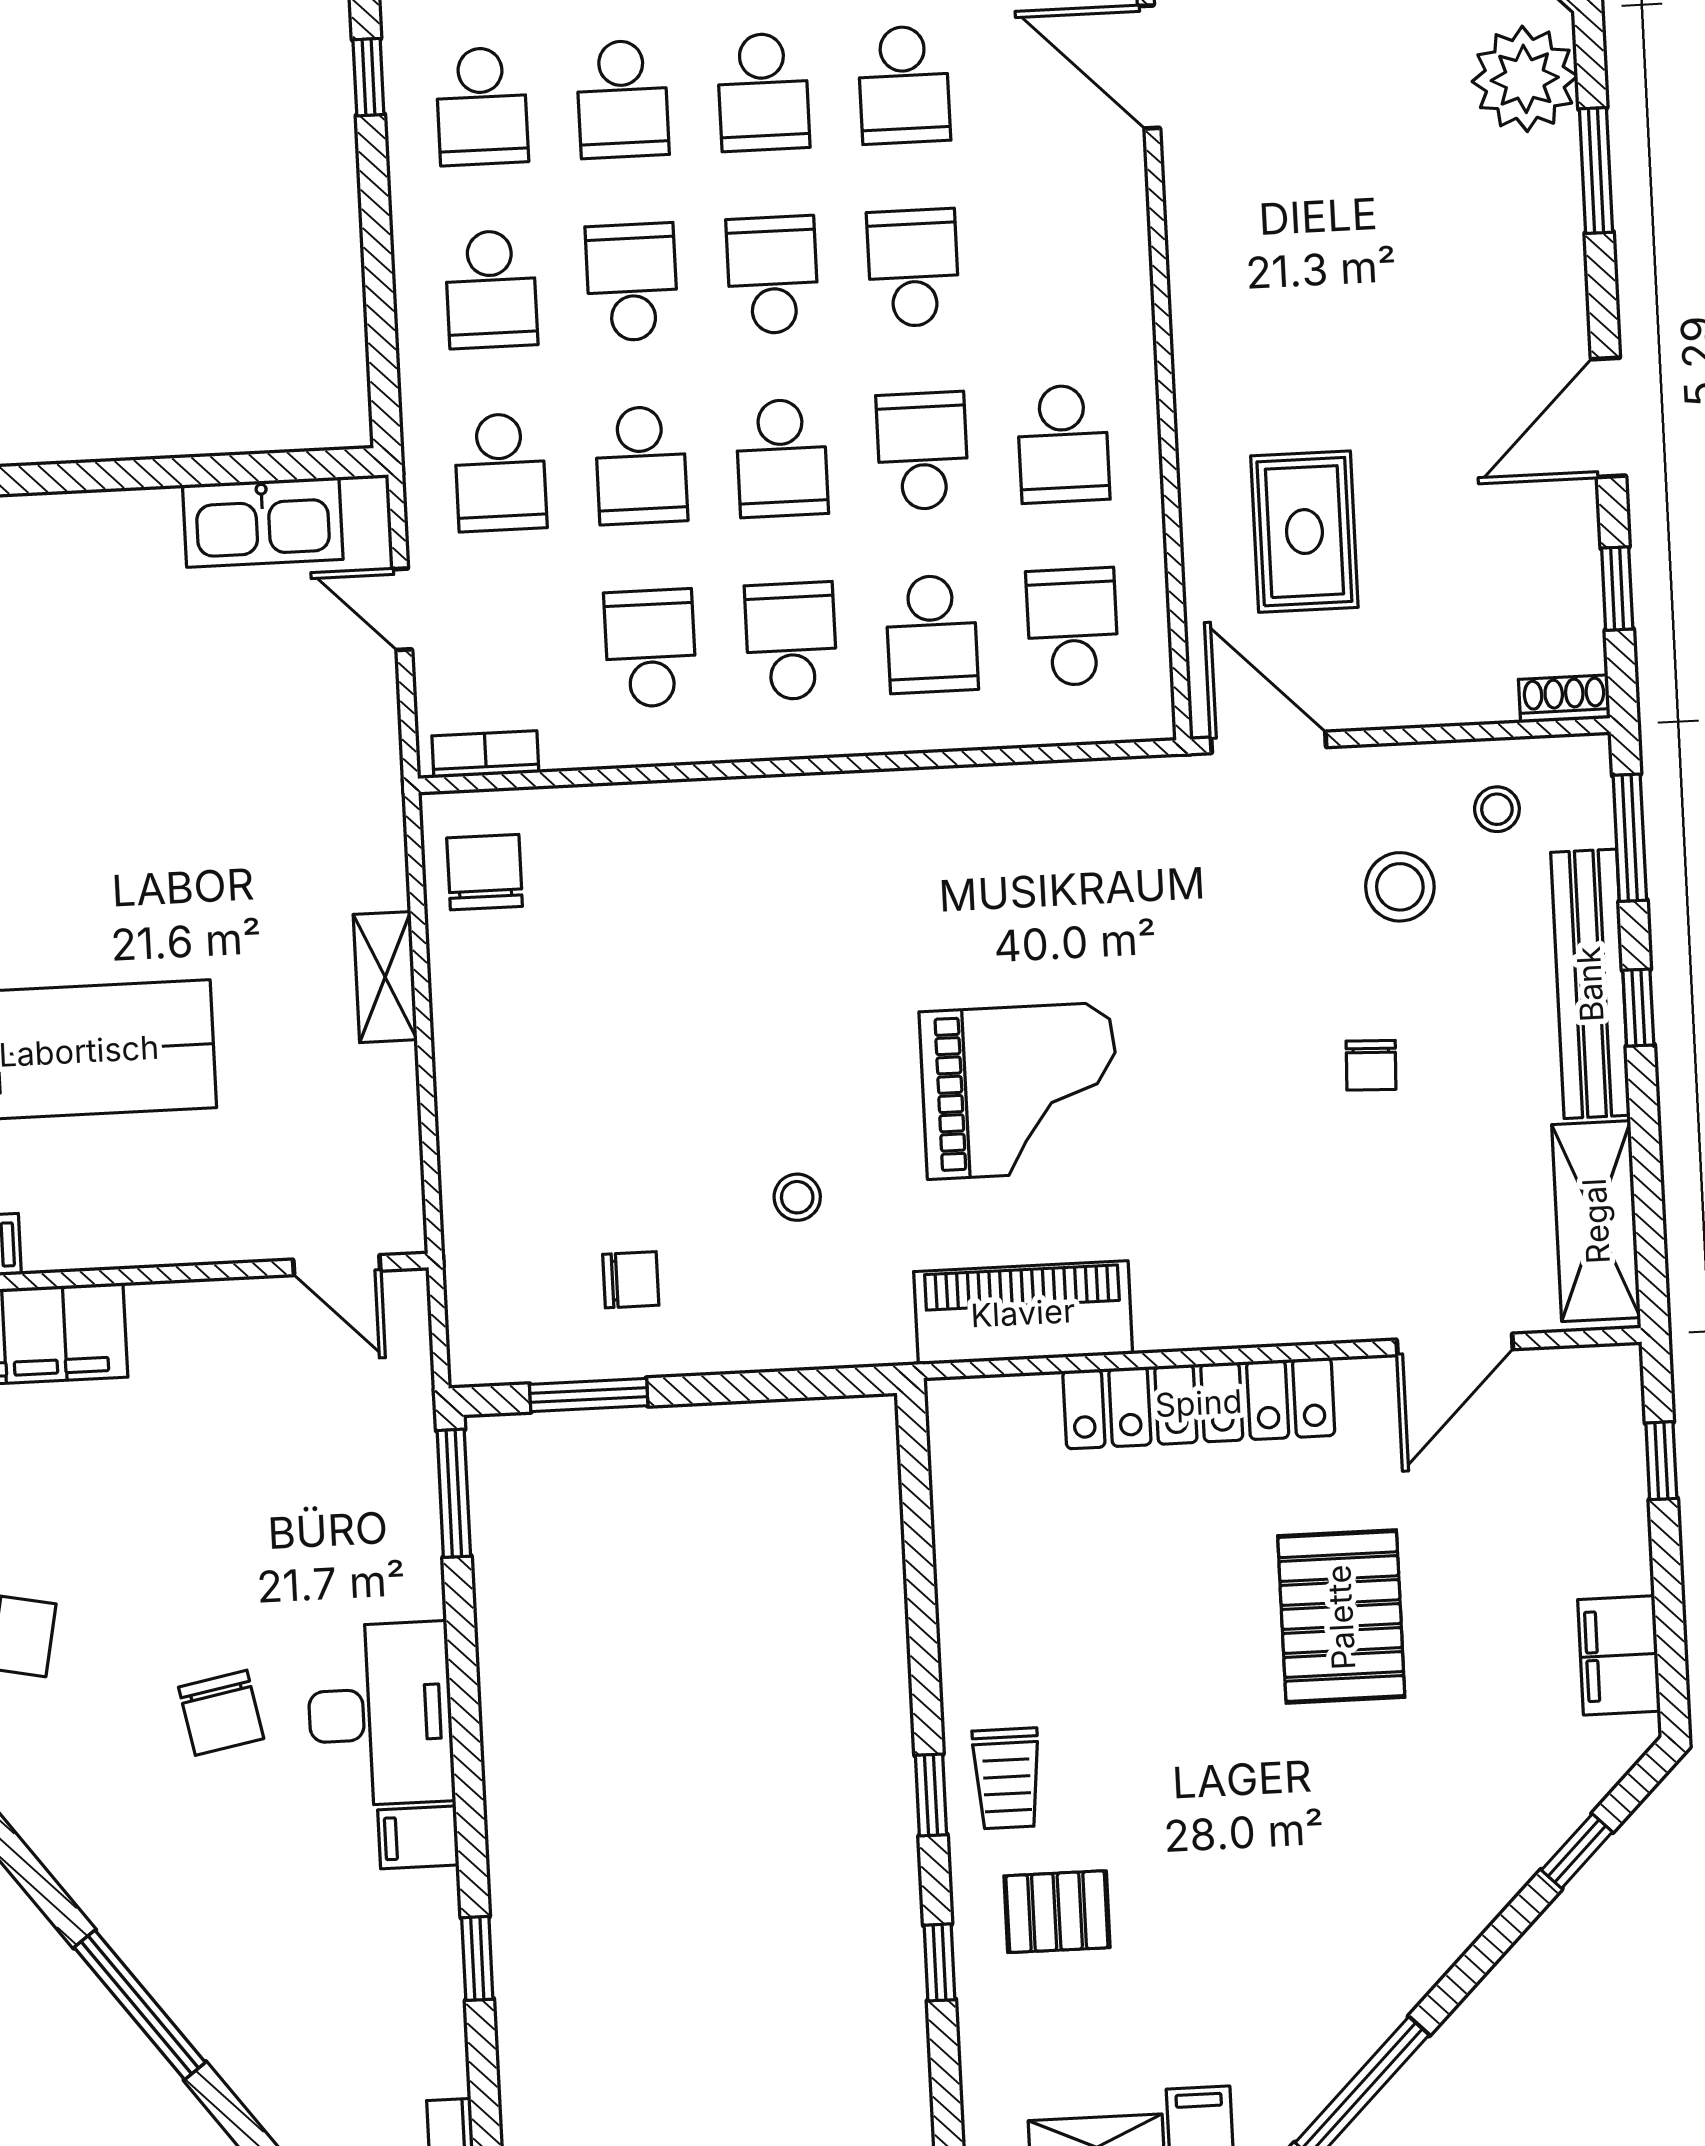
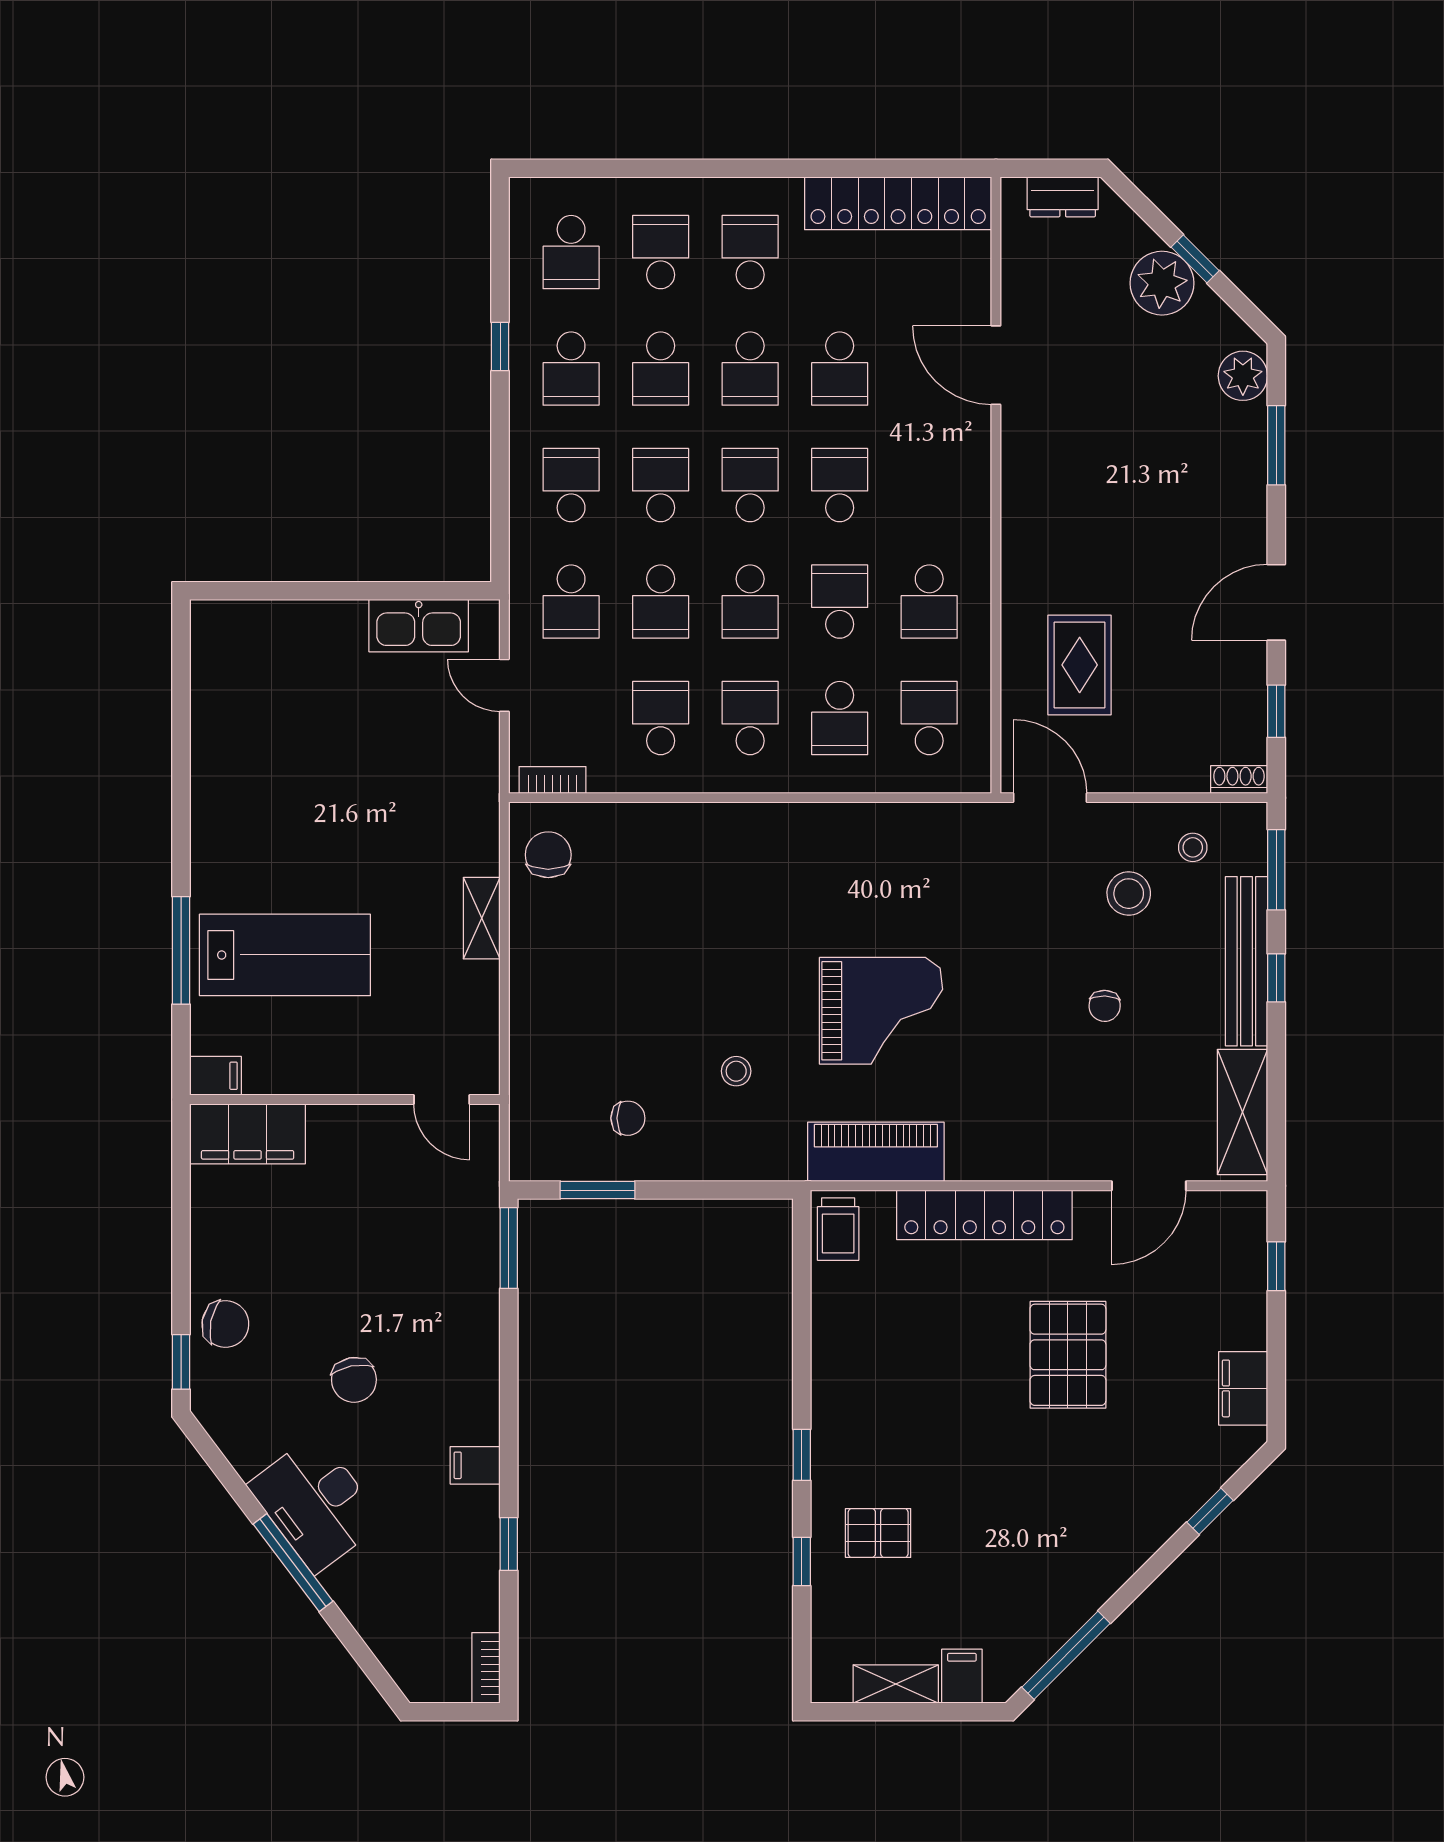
plant: (1525, 79) -> (1243, 376), width x0.73, depth x0.73
school desk: (491, 289) -> (571, 485), turned 180
desk: (380, 1714) -> (316, 1504), moved, turned 143
trolley: (1007, 1778) -> (838, 1229), moved

